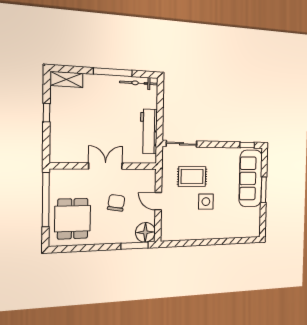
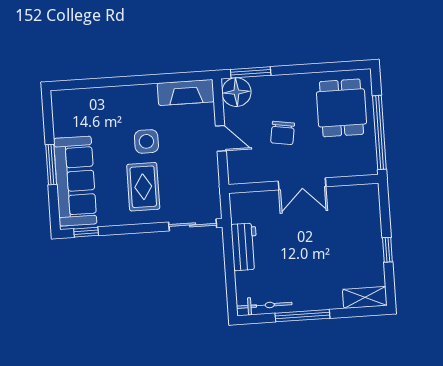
workbench: (149, 131) -> (245, 247), width x0.73
rug: (192, 177) -> (143, 187), moved, turned 90
fireplace: (178, 233) -> (186, 92), added

